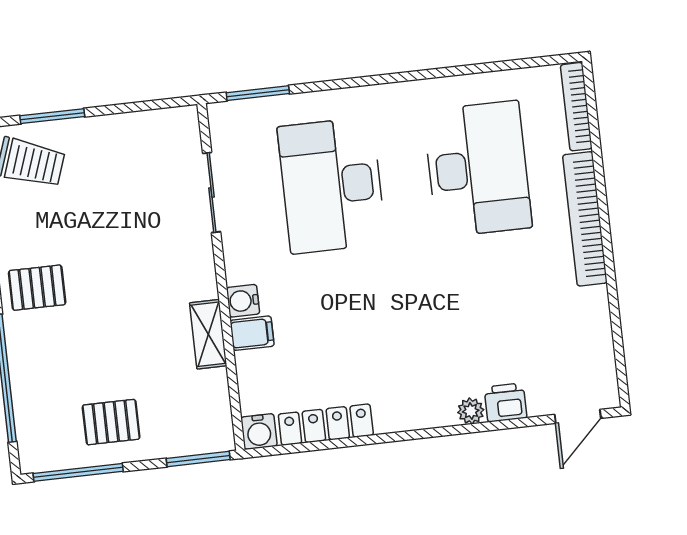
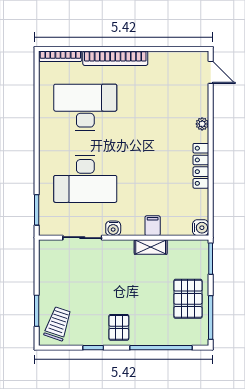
water cooler: (243, 301) -> (113, 228), moved
printer: (506, 402) -> (200, 107), removed
pallet: (111, 422) -> (188, 299), width x1.50, depth x1.42
locker: (326, 425) -> (201, 166), moved

